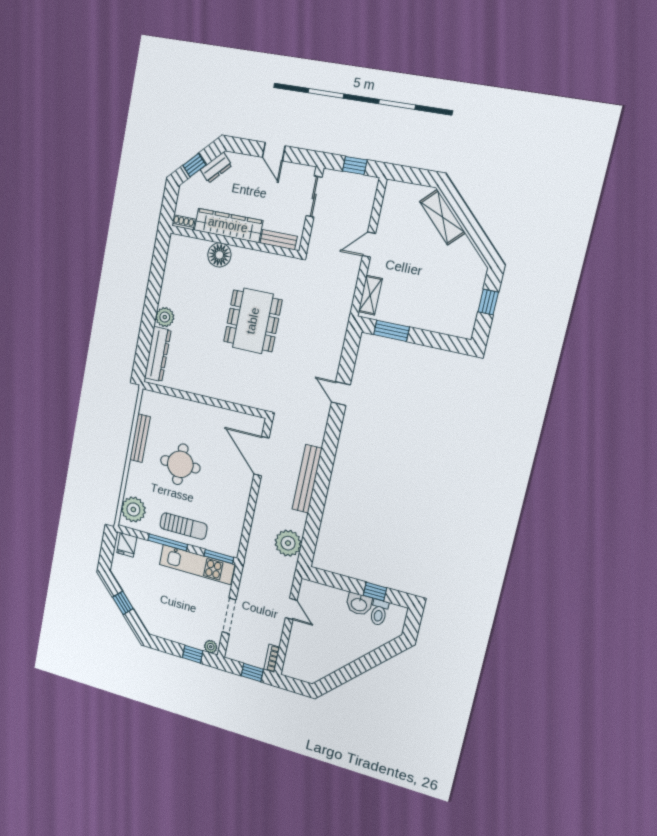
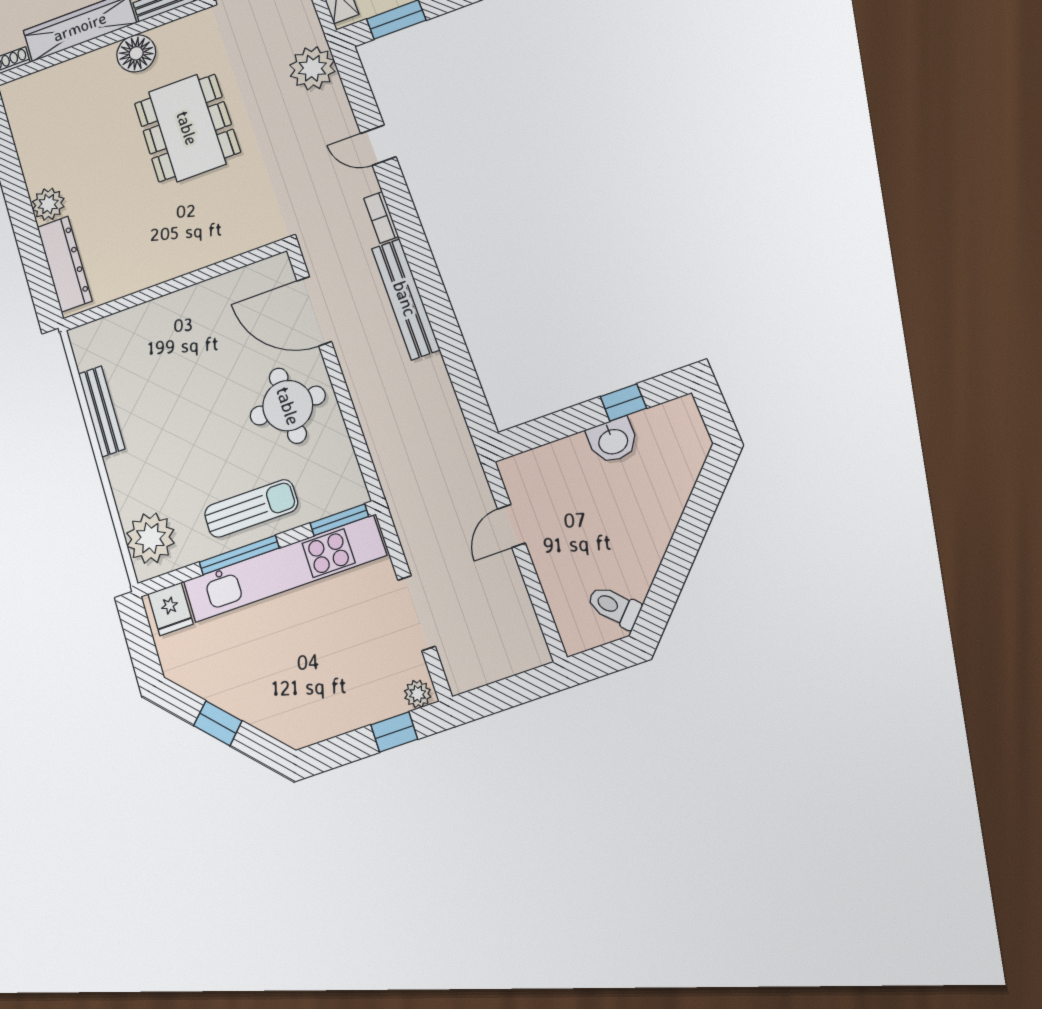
floor lamp: (219, 255) -> (136, 53), moved
round table: (180, 464) -> (288, 406), moved
plant: (288, 543) -> (312, 68), moved
kitchen unit: (197, 565) -> (285, 569), width x1.36
door: (291, 609) -> (511, 526), swing flipped
toilet: (379, 612) -> (614, 607), moved, turned 135
bookcase: (272, 658) -> (381, 217), moved
window: (252, 673) -> (517, 690), removed

